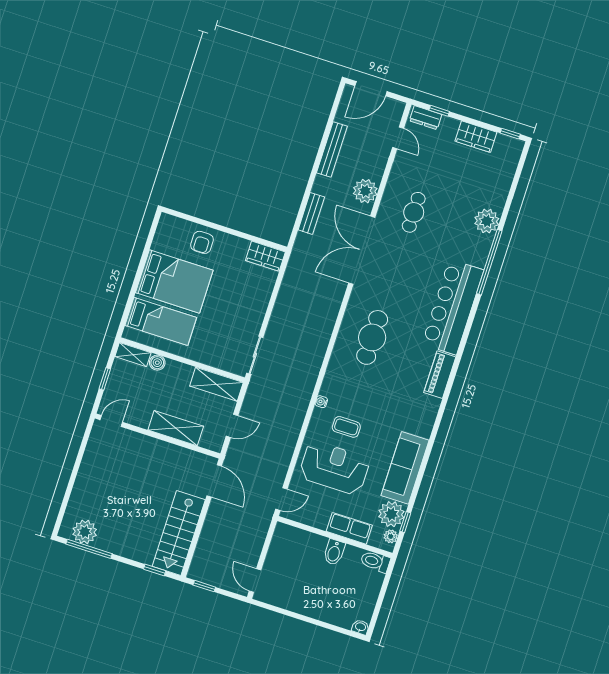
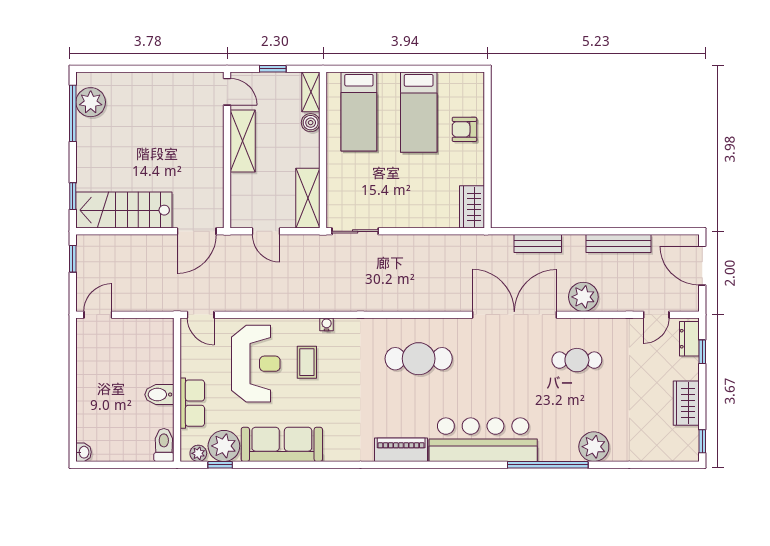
bed: (174, 281) -> (419, 112), width x0.67
shelving: (176, 428) -> (243, 141), moved

